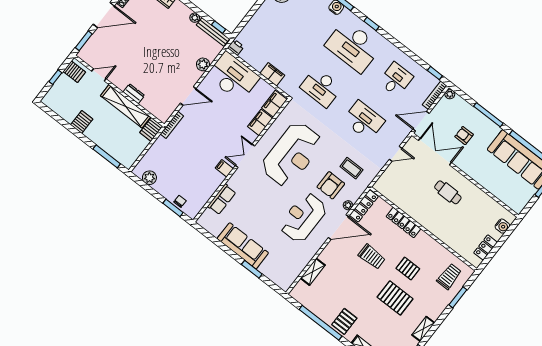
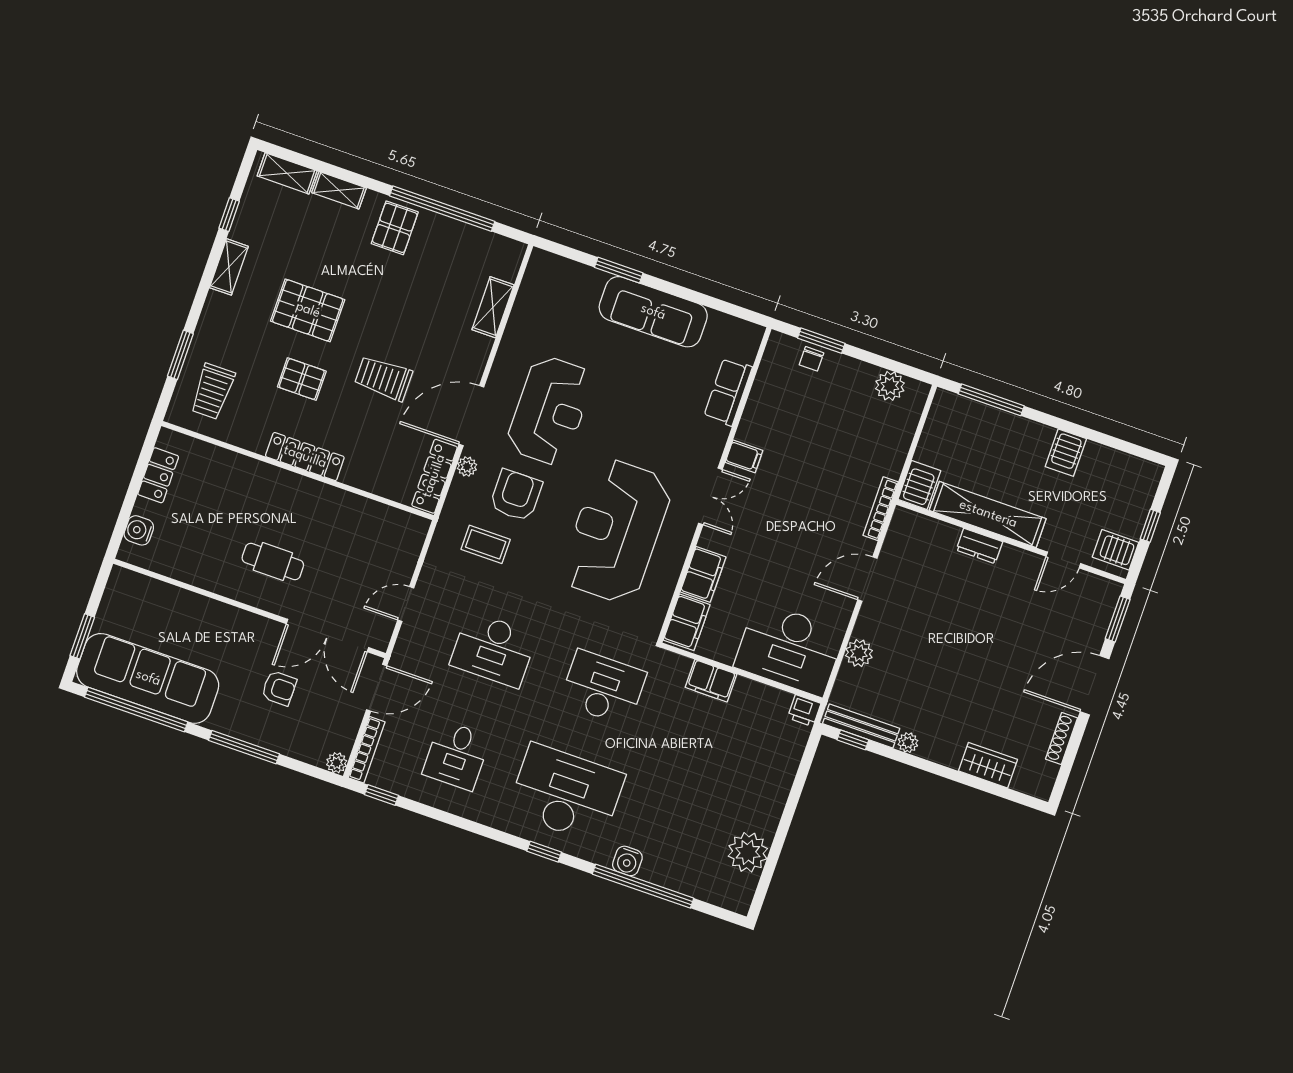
locker: (404, 223) -> (305, 457), moved

